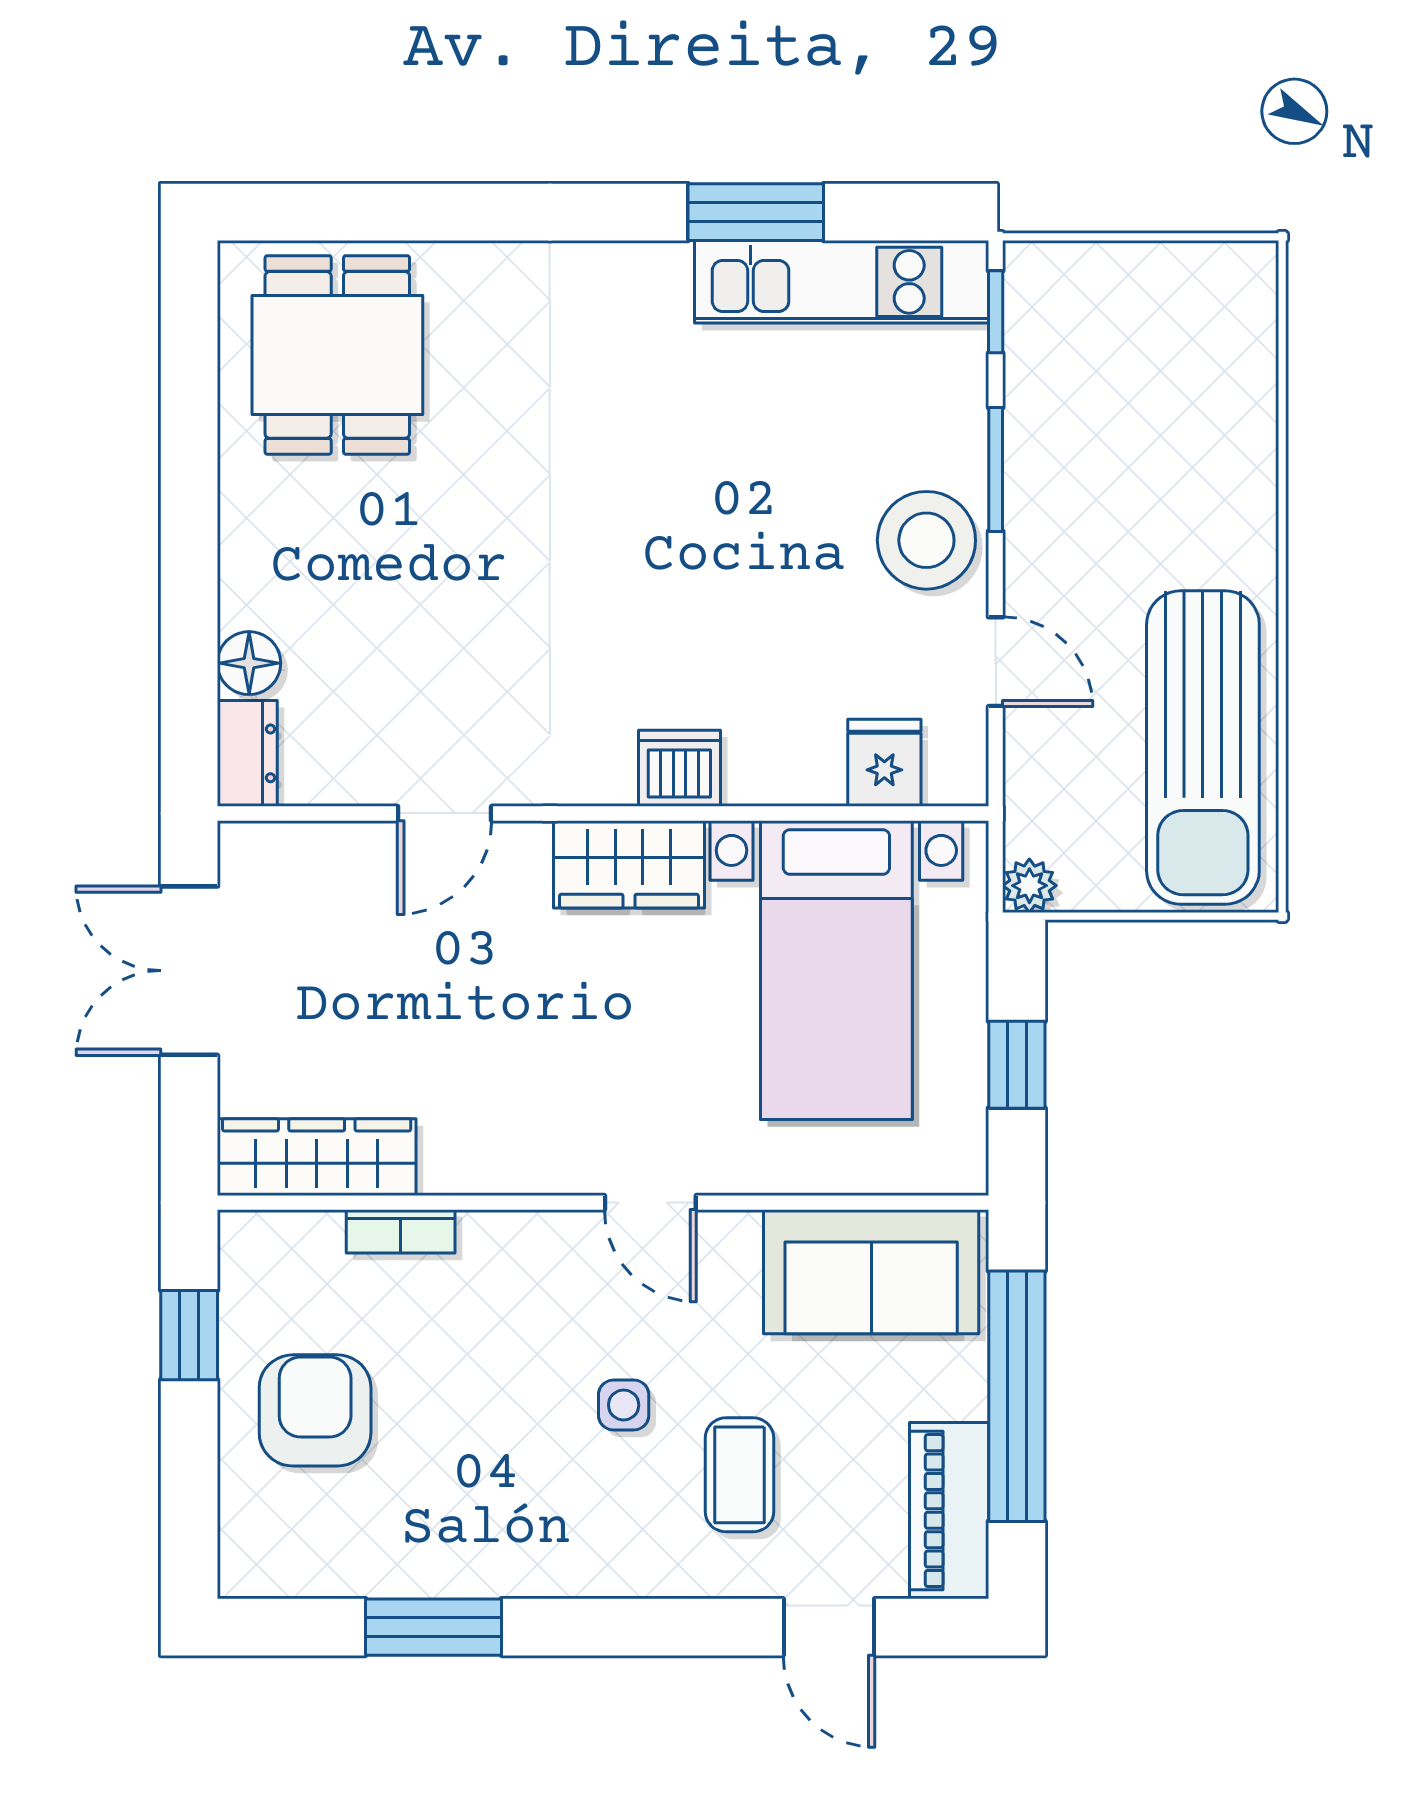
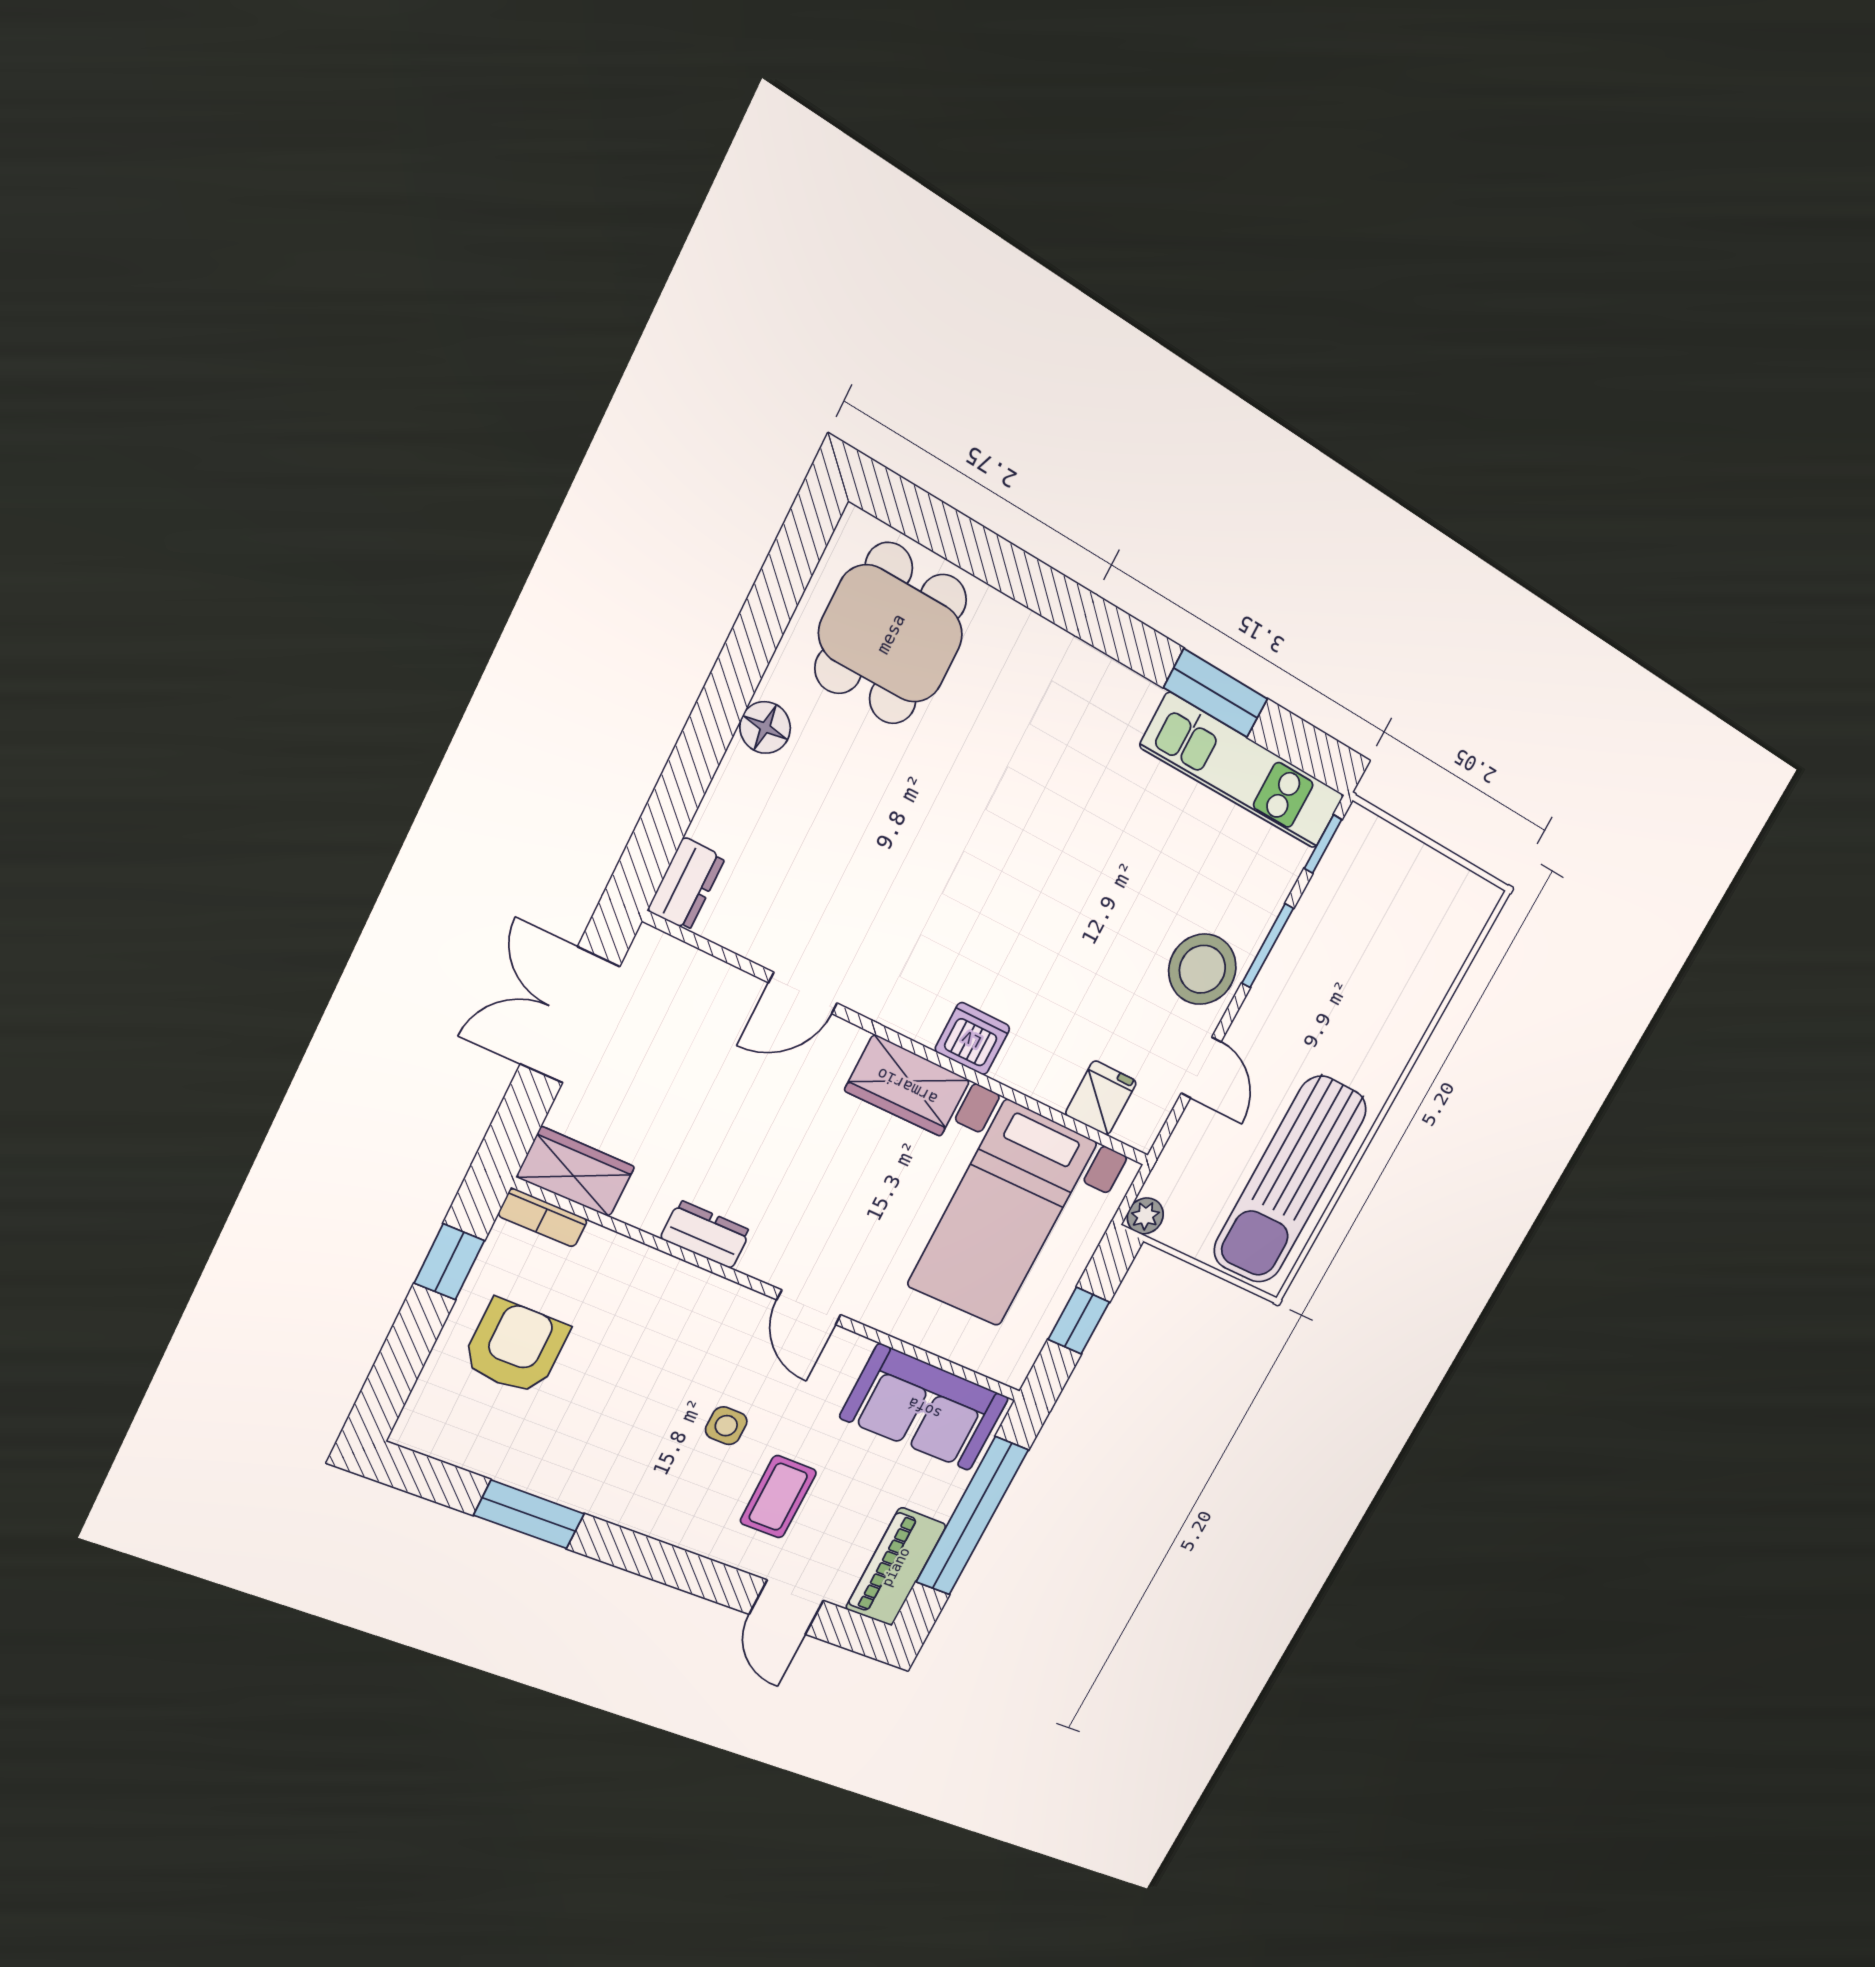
floor lamp: (249, 663) -> (765, 727), moved
wardrobe: (317, 1157) -> (576, 1172), width x0.67
dresser: (475, 1165) -> (706, 1234), added
bookcase: (401, 1231) -> (543, 1218), moved

